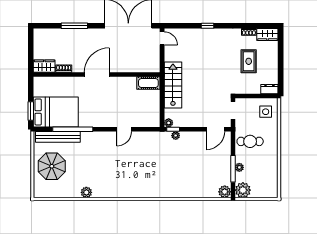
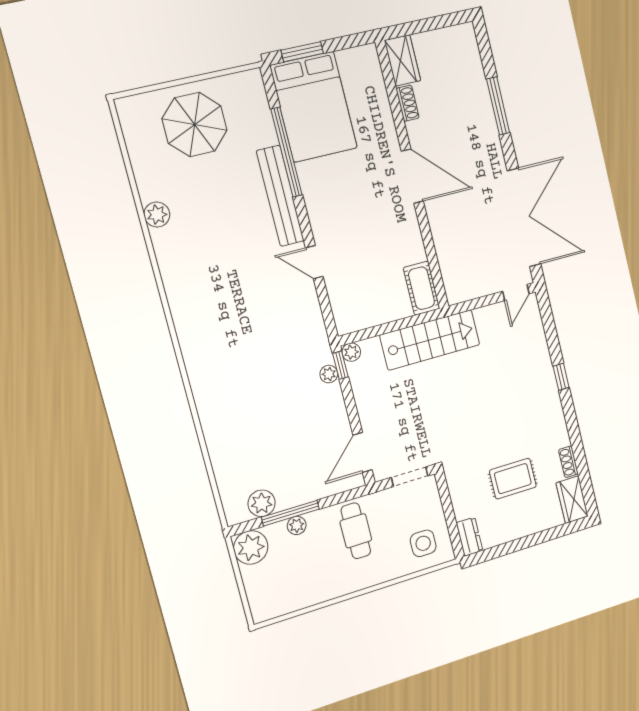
door: (215, 129) -> (362, 452), hinge flipped
bench: (58, 137) -> (280, 196), moved
plant: (225, 192) -> (262, 503), moved

